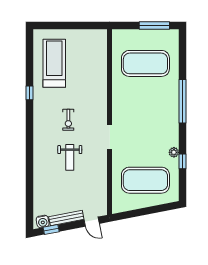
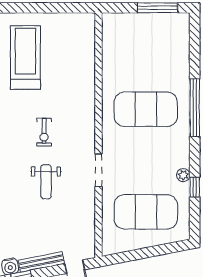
exercise mat: (145, 63) -> (146, 109), moved
doorway: (110, 137) -> (98, 170), moved

